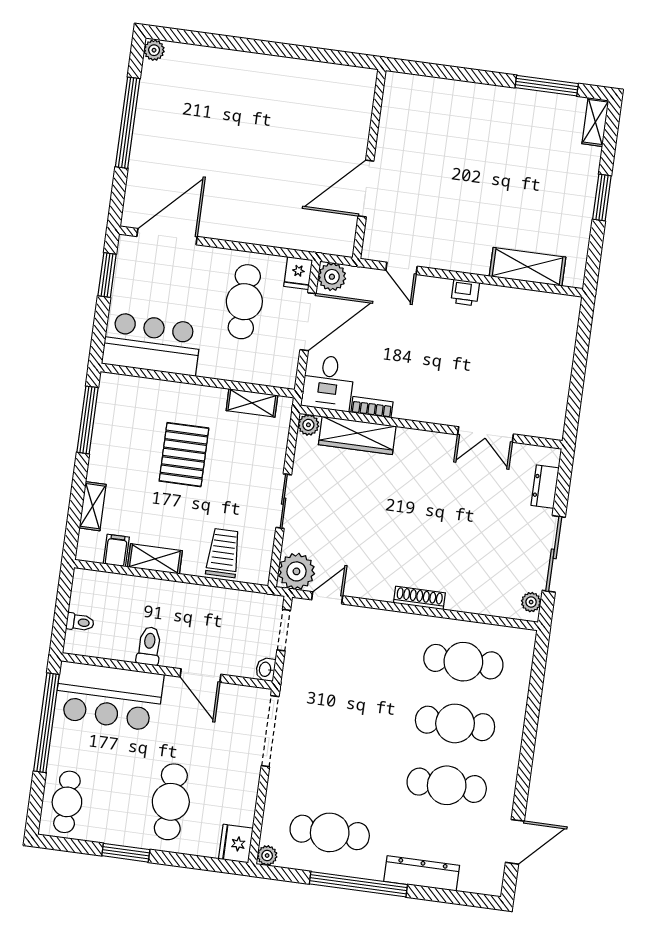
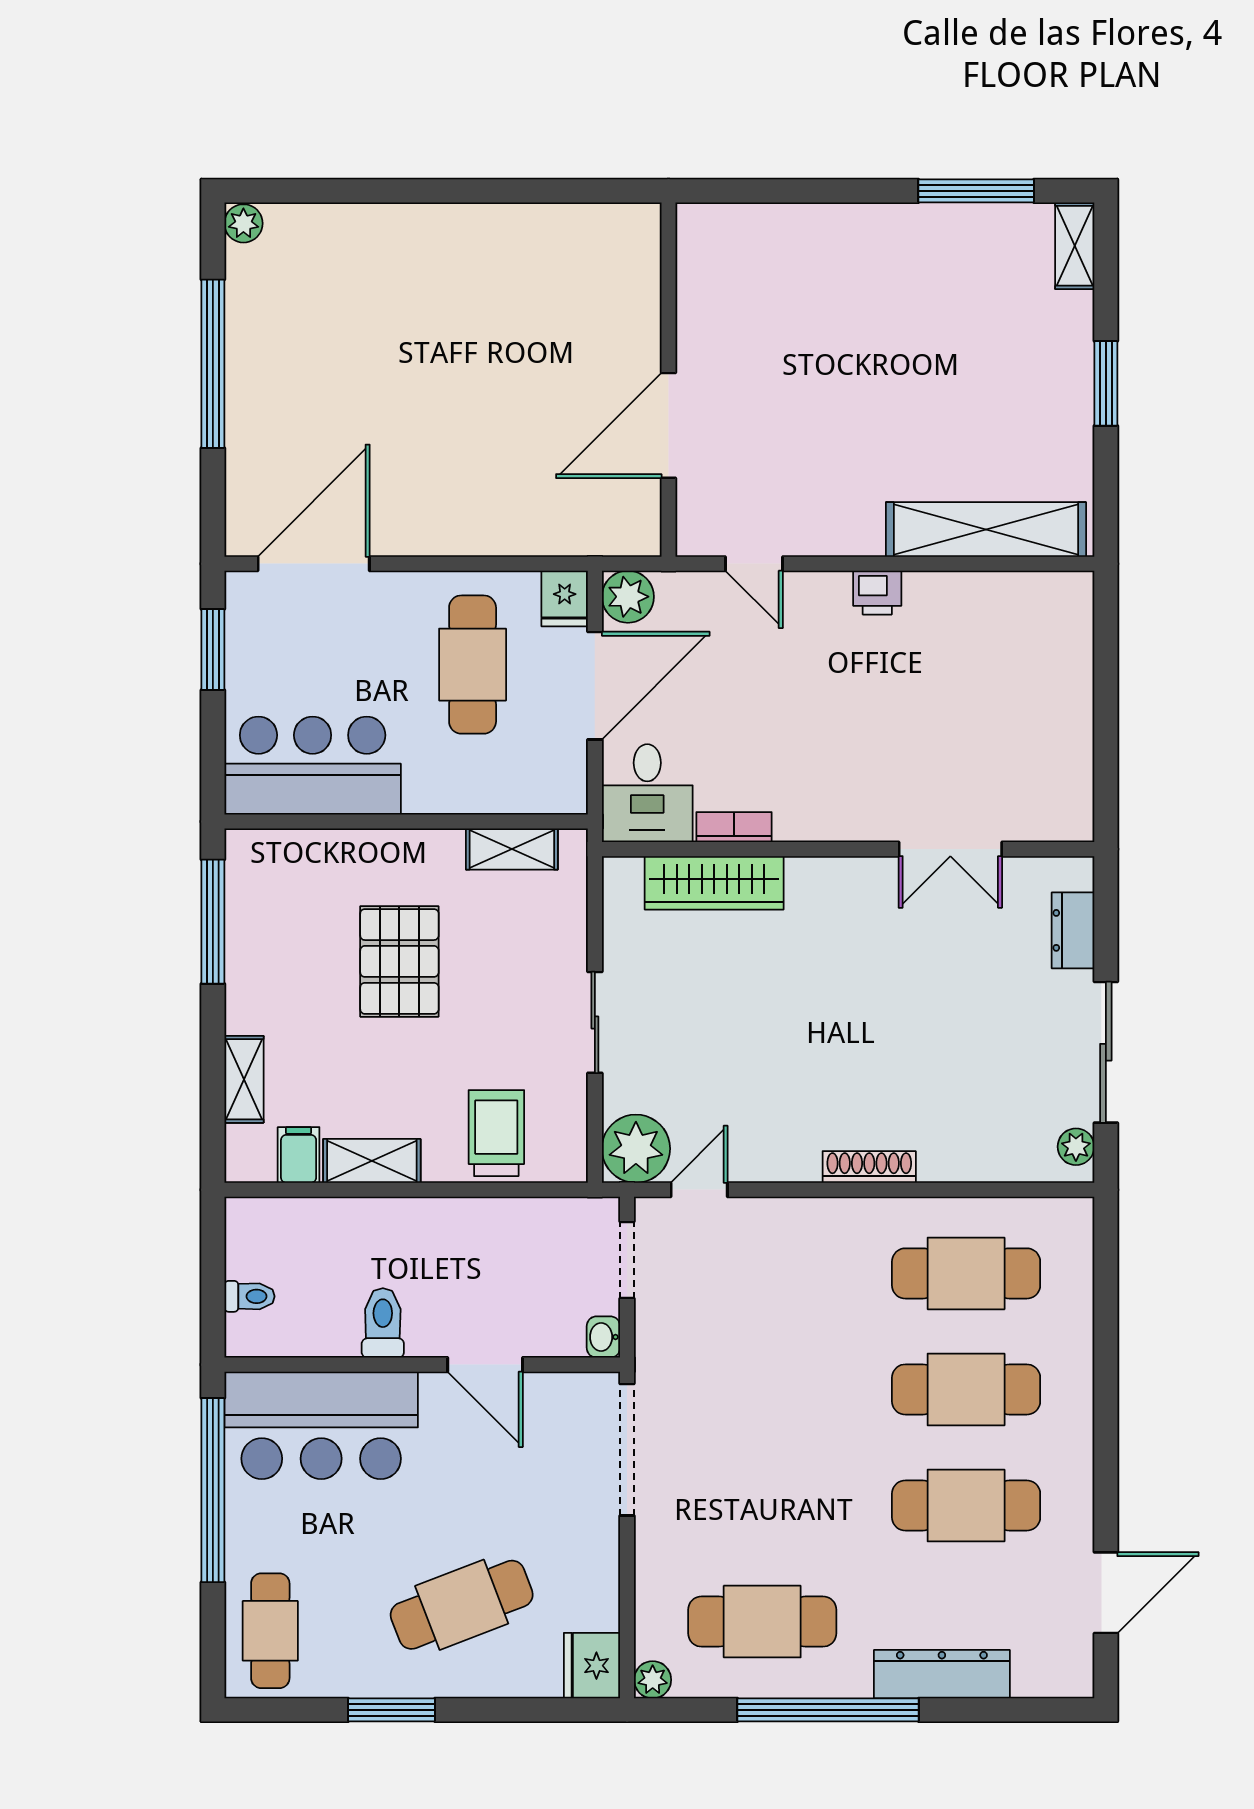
shelving: (528, 267) -> (986, 530), width x1.47
plant: (308, 425) -> (621, 876), removed
cafe table: (171, 802) -> (462, 1605), turned 69

